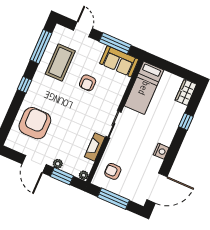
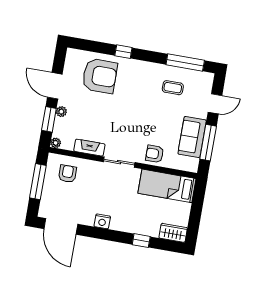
sofa: (119, 61) -> (192, 137), moved
coffee table: (60, 62) -> (173, 88), width x0.54, depth x0.58
armchair: (88, 83) -> (155, 154), moved
window: (24, 85) -> (123, 52), moved
door: (34, 164) -> (55, 86), hinge flipped

